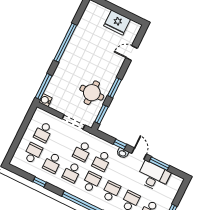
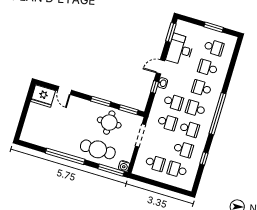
fridge: (117, 23) -> (43, 96), moved, turned 90
cafe table: (67, 77) -> (98, 149), added
window: (159, 164) -> (171, 32), moved

